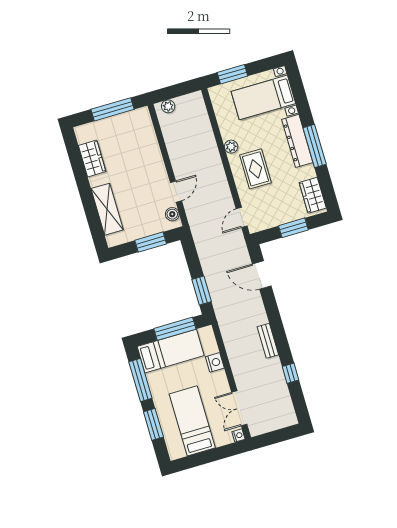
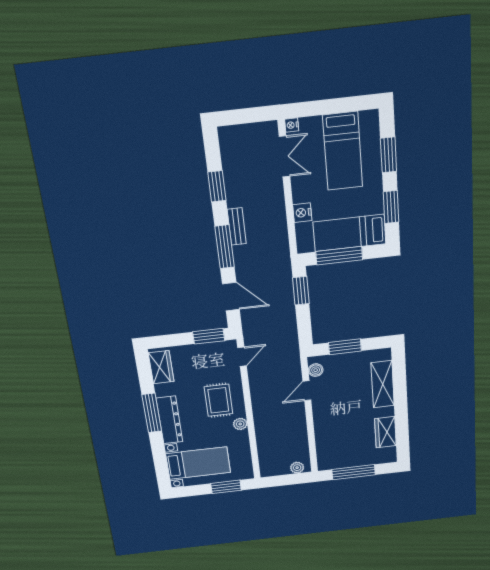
window: (293, 228) -> (209, 336), moved
window: (275, 321) -> (225, 247), added
window: (290, 373) -> (217, 186), width x1.50
window: (140, 380) -> (391, 207), width x0.69

